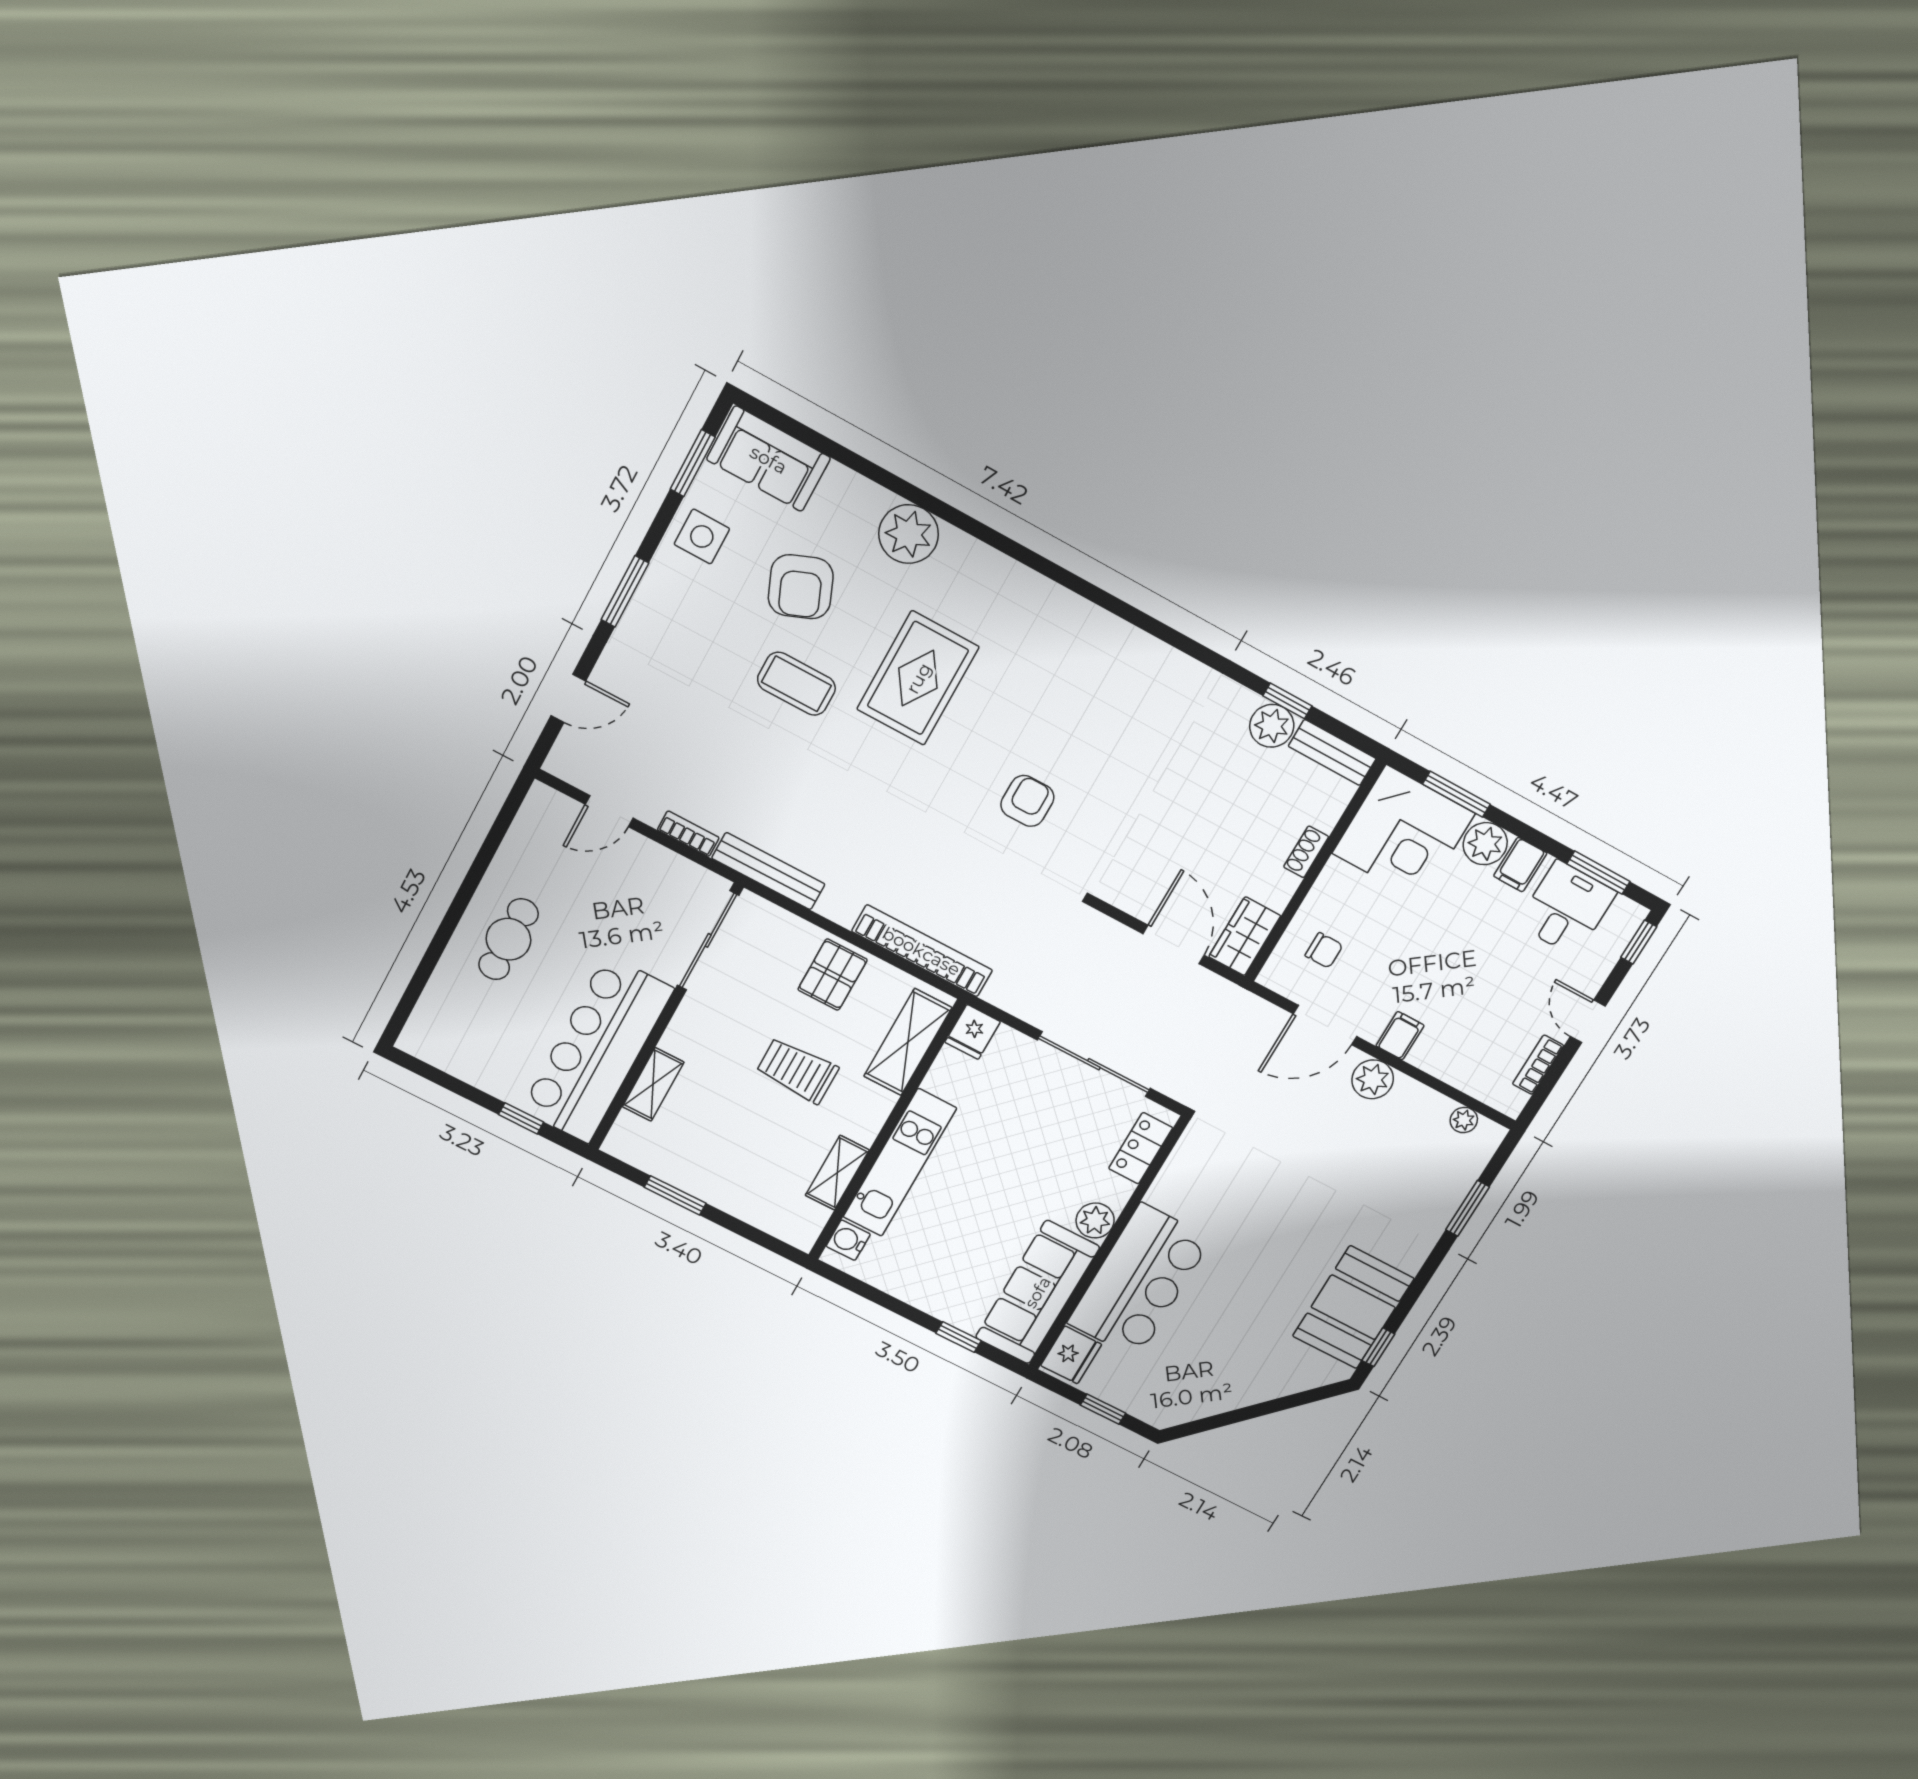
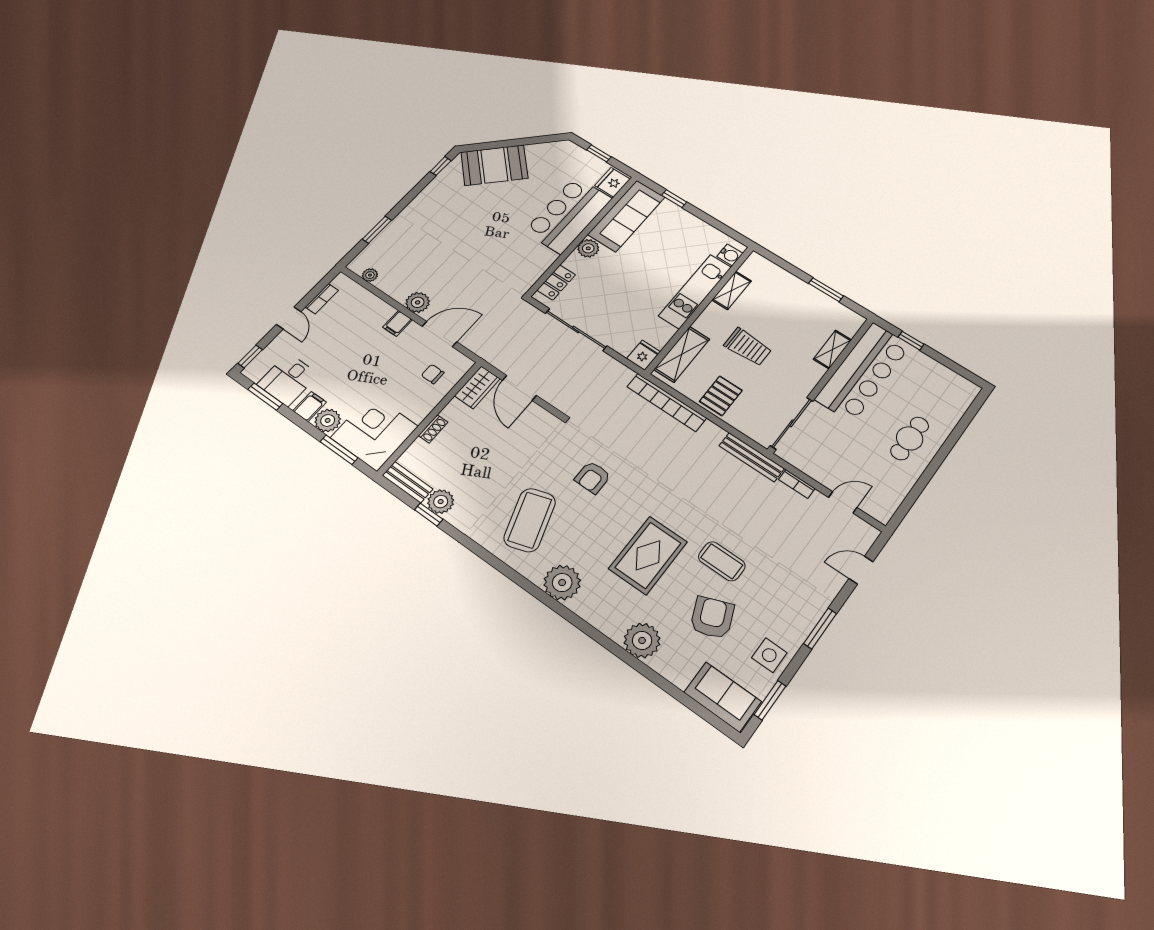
plant: (1051, 614) -> (562, 583), added
coffee table: (1120, 713) -> (530, 520), added
booth: (1353, 1307) -> (494, 165), moved, turned 45

